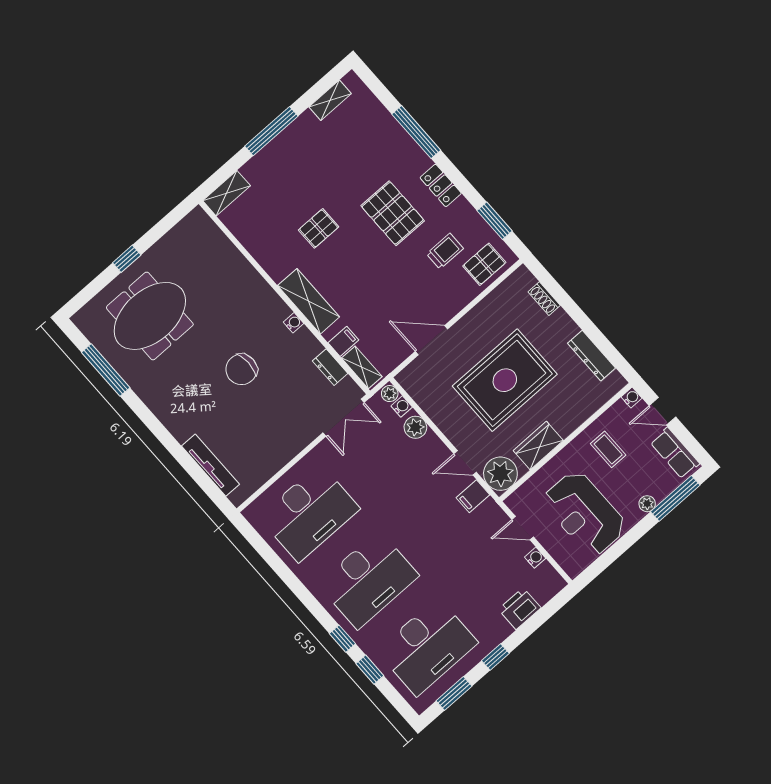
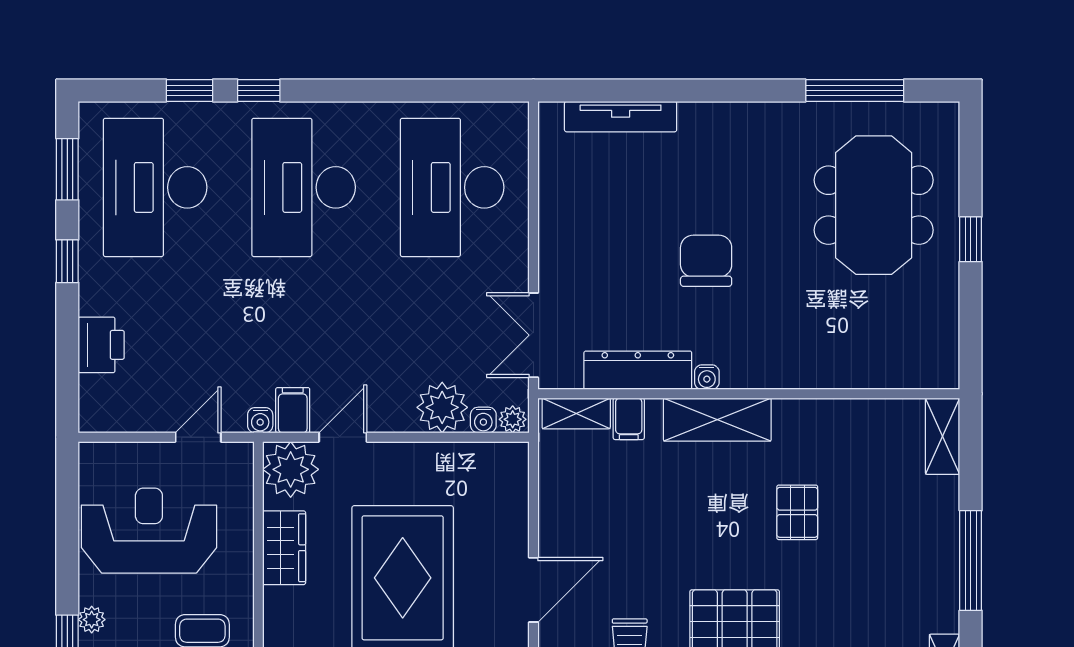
door: (431, 340) -> (533, 590), moved
dresser: (330, 367) -> (638, 370), width x1.96, depth x1.24
plant: (415, 427) -> (442, 407), width x1.36, depth x1.36
water cooler: (535, 558) -> (260, 420), moved

